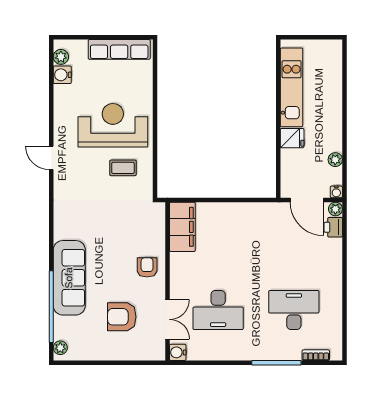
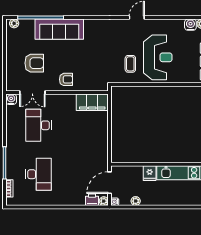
armchair: (122, 317) -> (34, 63), turned 90

